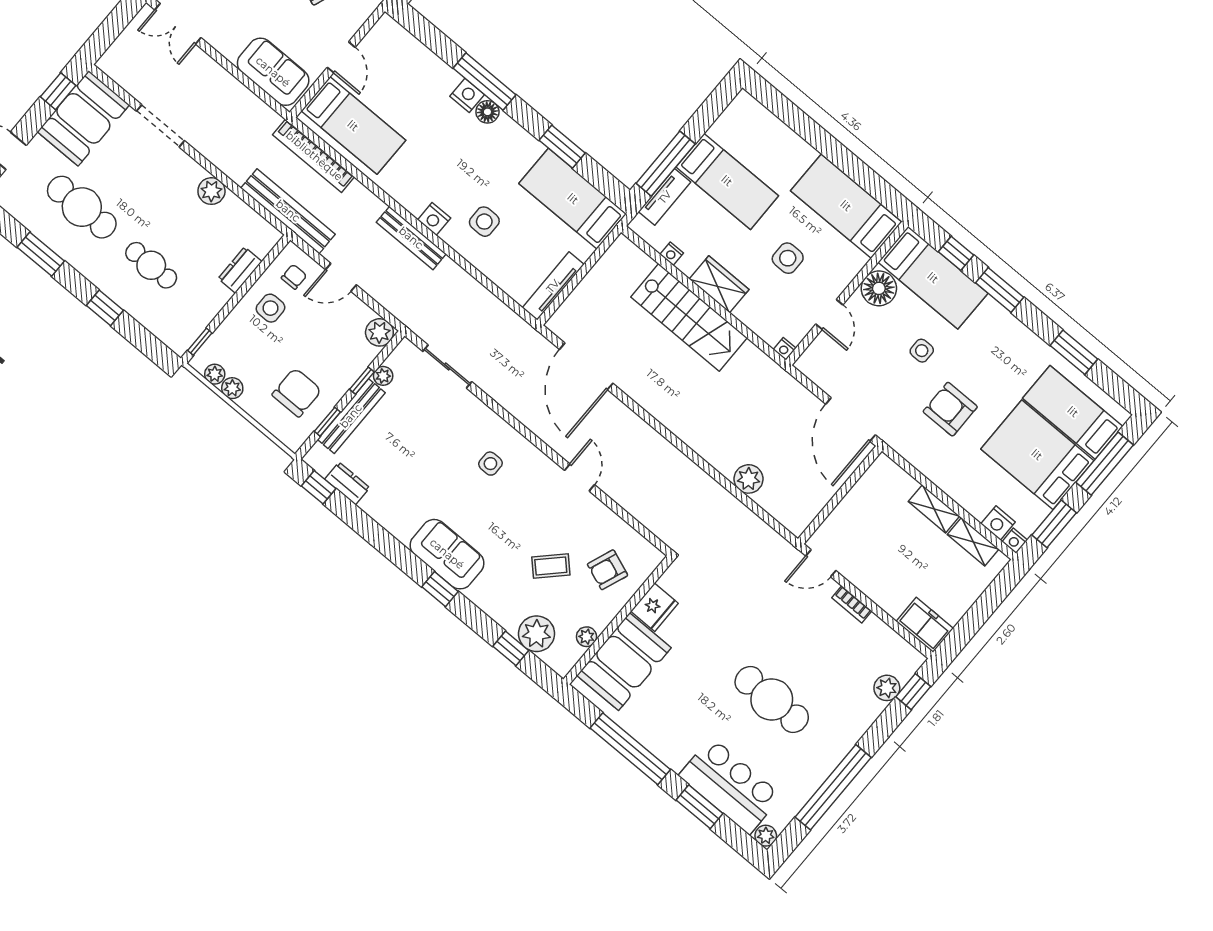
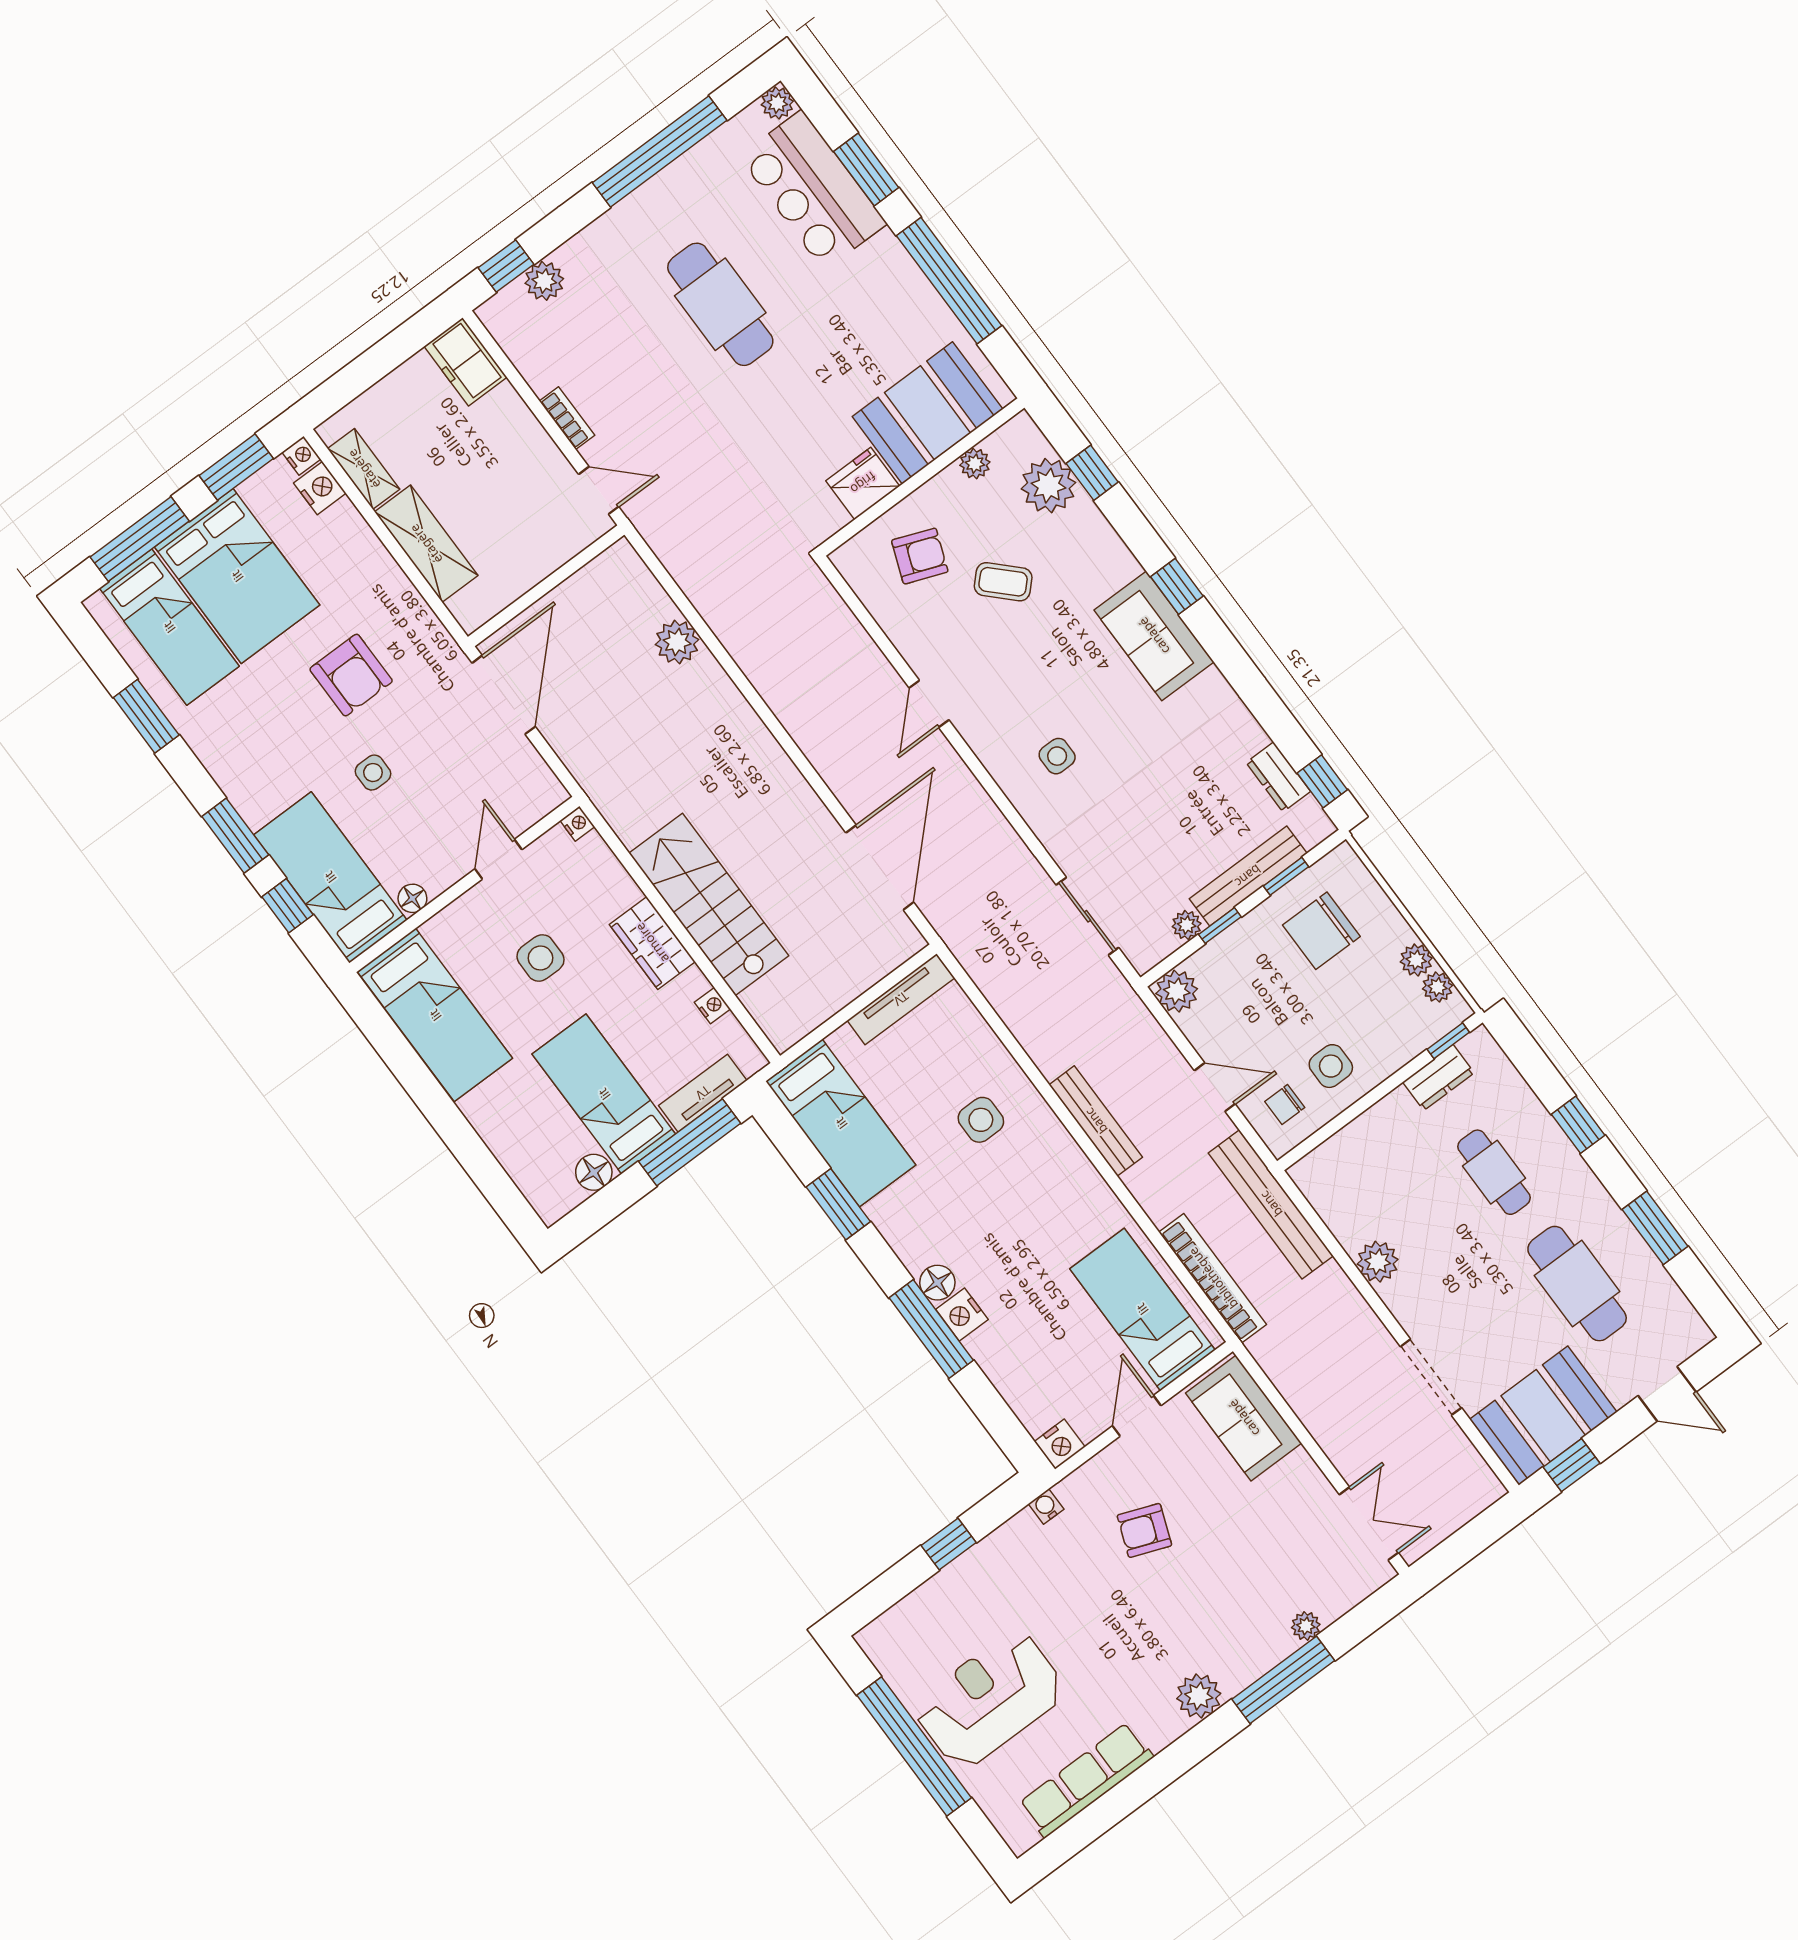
floor lamp: (722, 130) -> (594, 1172), added
nightstand: (434, 219) -> (1060, 1444), moved, turned 90
dresser: (240, 270) -> (1438, 1077), moved
floor lamp: (879, 288) -> (412, 898), width x0.53, depth x0.53
shelving: (934, 509) -> (426, 544), width x1.50, depth x1.33

